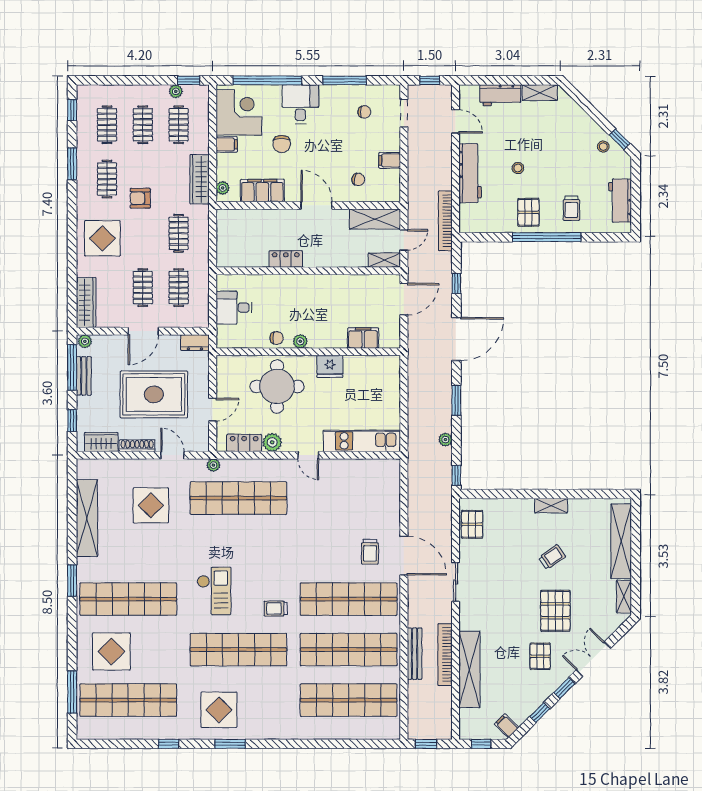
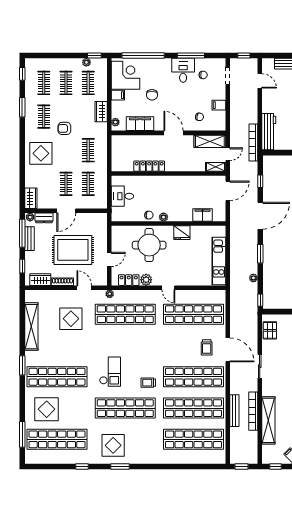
desk: (300, 104) -> (183, 70), moved
workbench: (470, 173) -> (269, 132), moved
wardrobe: (200, 179) -> (101, 112), width x0.67
locker: (286, 259) -> (149, 166), width x1.53
wardrobe: (86, 303) -> (31, 198), width x0.67
dresser: (195, 343) -> (44, 218), moved
kitchen unit: (362, 441) -> (219, 261), moved, turned -90
shop shelf: (349, 498) -> (193, 314), added

